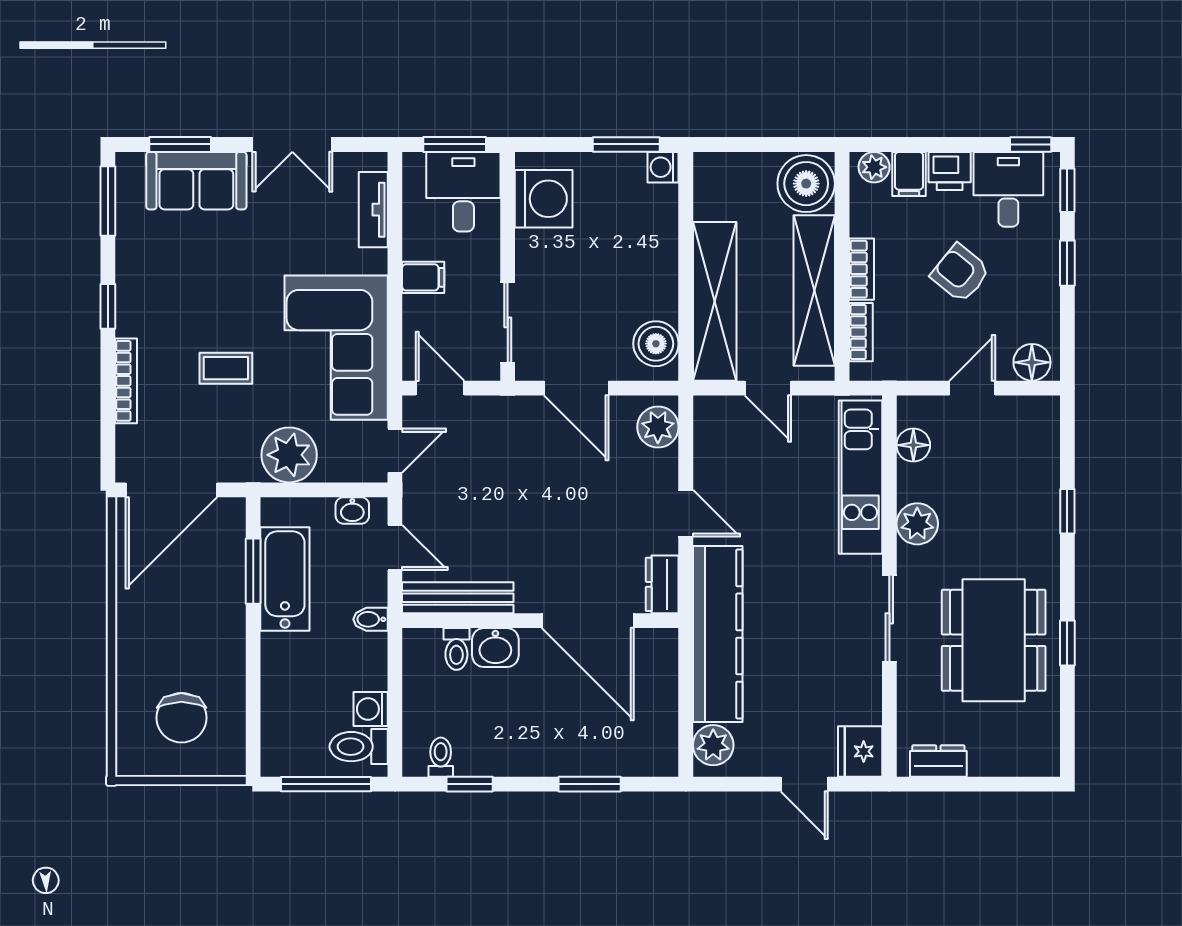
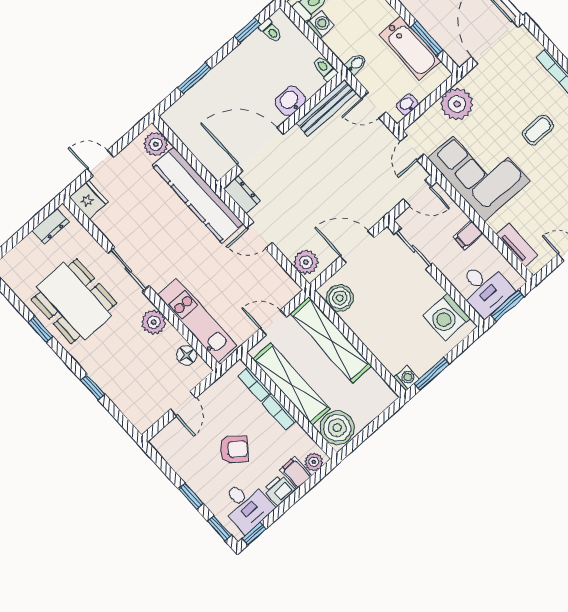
floor lamp: (1032, 362) -> (167, 439), removed
coffee table: (226, 368) -> (538, 130), moved
toilet: (456, 649) -> (325, 69), moved

